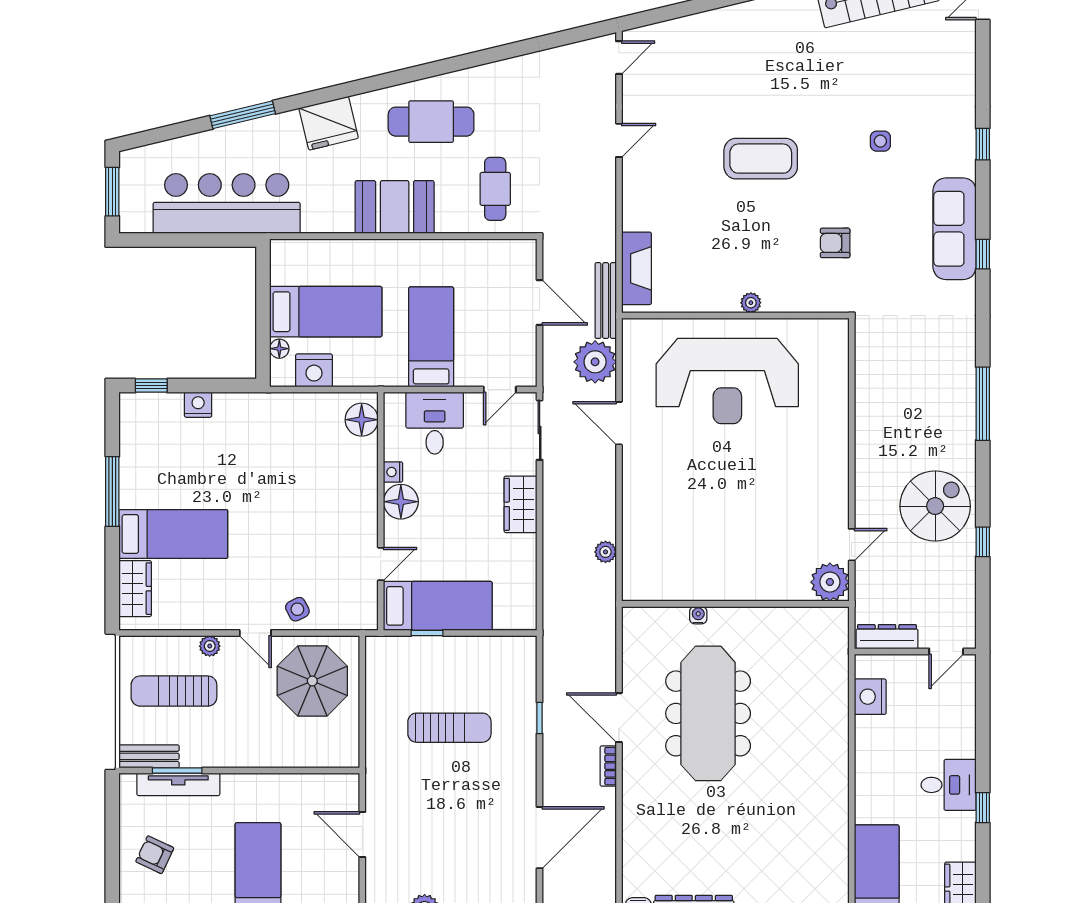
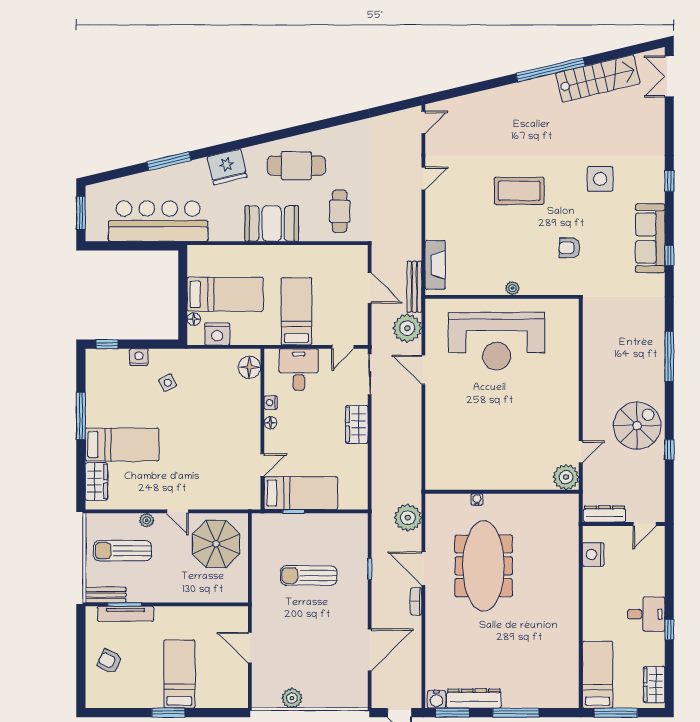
side table: (880, 141) -> (600, 179), width x1.87, depth x1.87
floor lamp: (401, 502) -> (270, 423), width x0.53, depth x0.53
plant: (605, 552) -> (408, 518), moved, width x1.88, depth x1.88
side table: (297, 609) -> (168, 383), moved
sun lounger: (449, 728) -> (309, 575), turned 180

